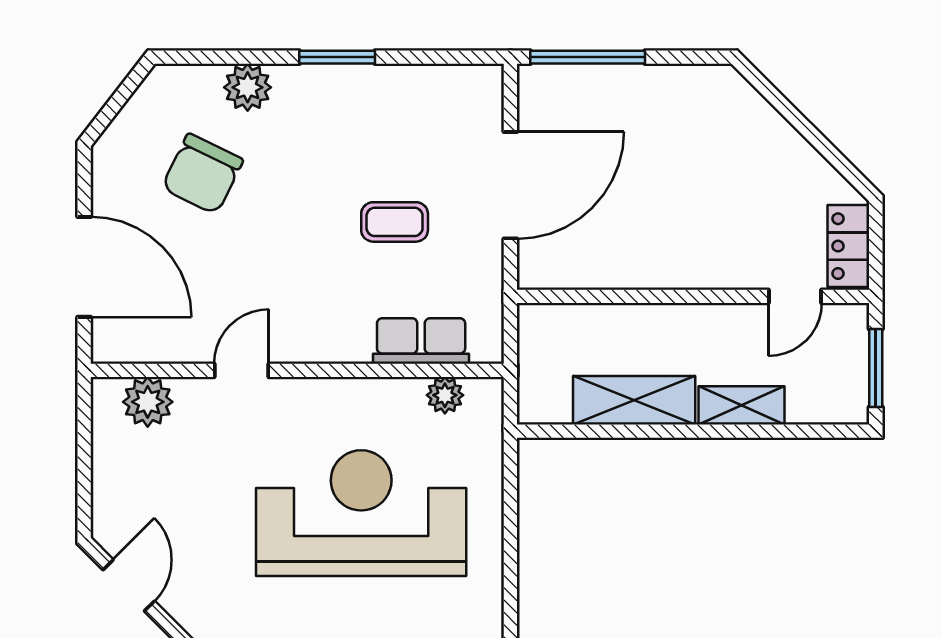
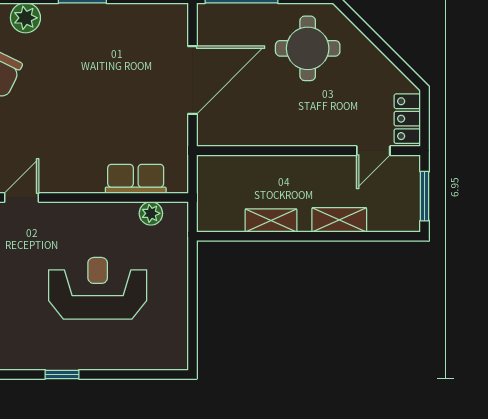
round table: (692, 135) -> (308, 48), added
coffee table: (395, 222) -> (119, 103), removed
shelving: (634, 400) -> (271, 221), width x0.67, depth x0.75
reception desk: (361, 513) -> (98, 288), width x0.74, depth x0.77

